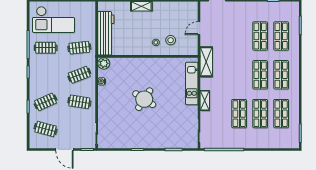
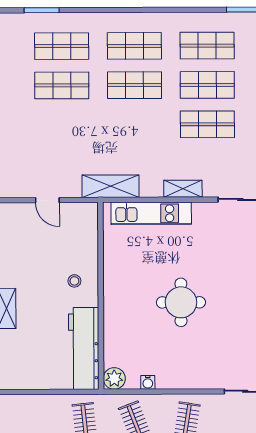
workbench: (106, 33) -> (84, 348), moved, turned -90
stool: (171, 40) -> (70, 253), removed
round table: (144, 99) -> (181, 302), turned -33

